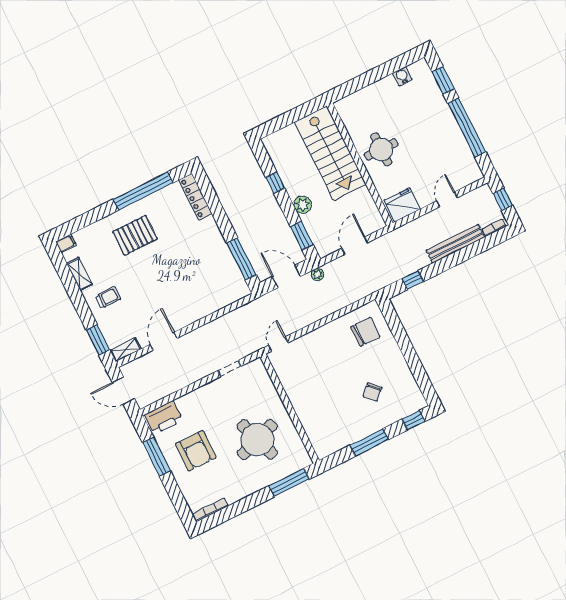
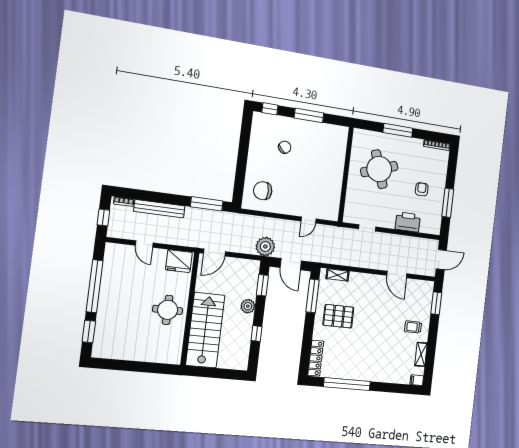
water cooler: (402, 76) -> (117, 353), removed
door: (447, 199) -> (144, 244), hinge flipped
pallet: (135, 235) -> (338, 316), moved
door: (355, 246) -> (214, 253), moved
plant: (317, 275) -> (265, 247), width x1.87, depth x1.87
window: (413, 280) -> (207, 204), width x2.17
door: (164, 341) -> (397, 275), hinge flipped
door: (278, 344) -> (309, 220), moved
shelving: (126, 350) -> (338, 275), moved
door: (123, 391) -> (441, 260), hinge flipped
printer: (164, 418) -> (408, 222), moved
armchair: (196, 451) -> (422, 189), width x0.53, depth x0.53
window: (289, 482) -> (398, 130), moved

